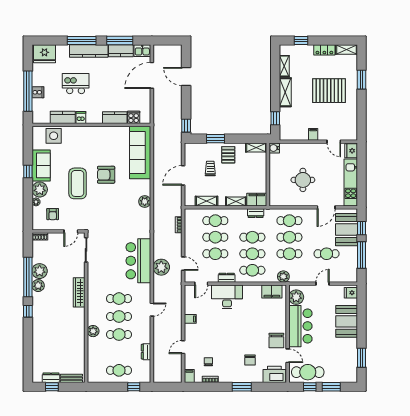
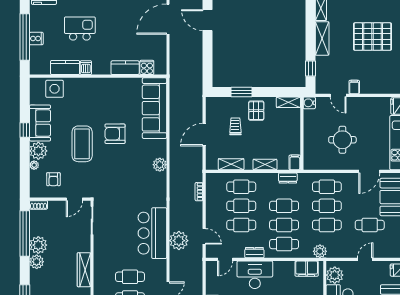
window: (186, 126) -> (208, 77), removed
door: (334, 142) -> (338, 95), moved
filing cabinet: (257, 200) -> (295, 162), width x0.50
window: (28, 277) -> (25, 234), moved

